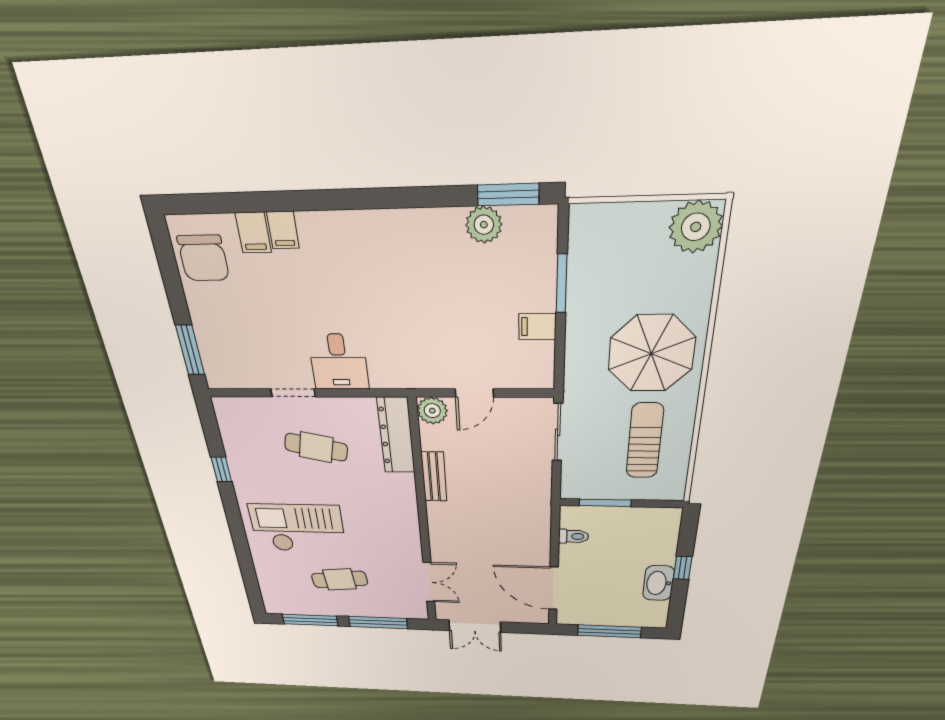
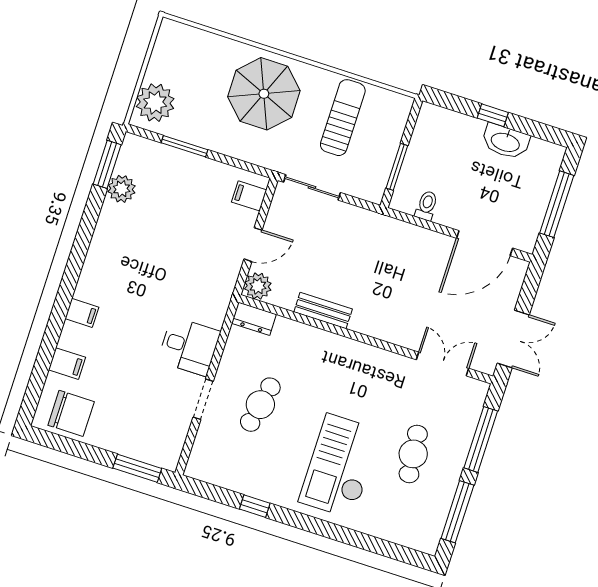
plant: (696, 227) -> (155, 103), moved
filing cabinet: (283, 230) -> (82, 313), moved
filing cabinet: (537, 326) -> (249, 196), moved, turned 90
door: (474, 393) -> (253, 245), hinge flipped
dresser: (396, 436) -> (254, 319), width x0.51, depth x0.80
sun lounger: (645, 441) -> (343, 118), turned 90

